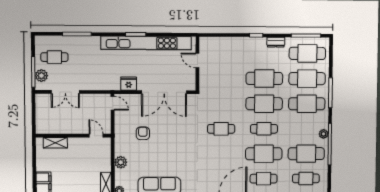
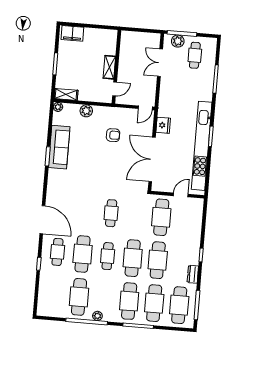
shelving: (55, 143) -> (109, 67), moved
cafe table: (306, 178) -> (161, 217), moved, width x1.37, depth x1.35

